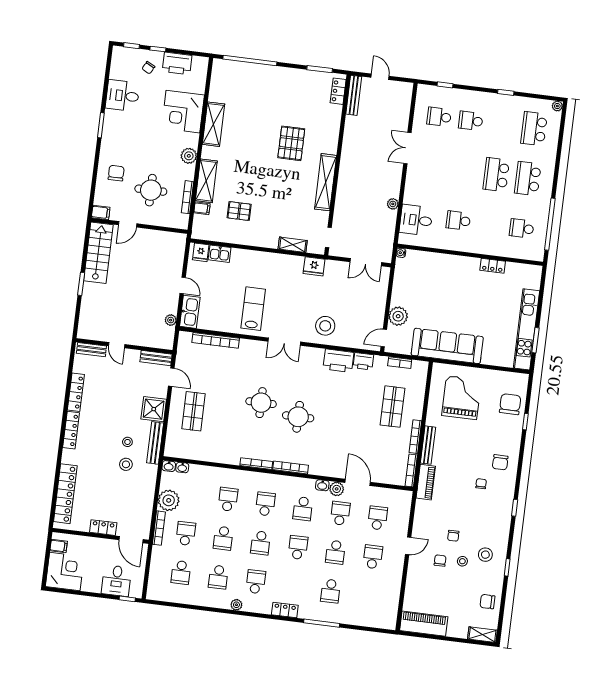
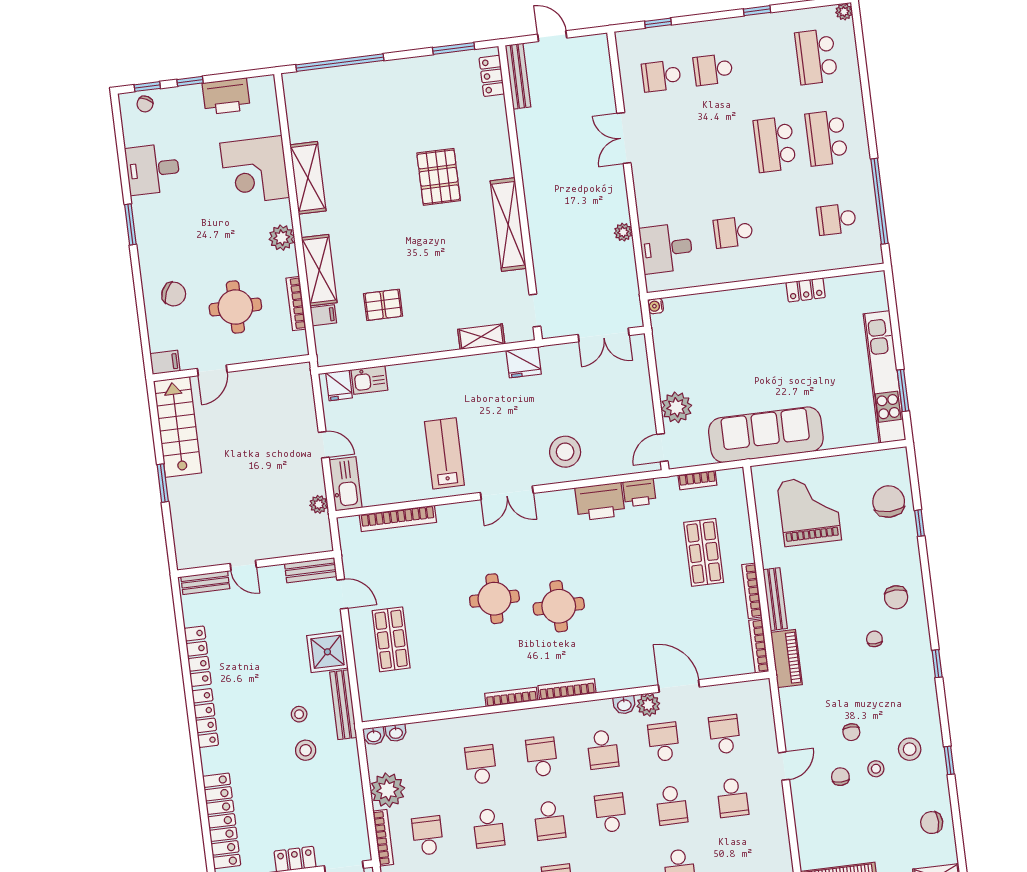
chair: (148, 68) -> (145, 104), moved
chair: (116, 173) -> (174, 294), turned 114
school desk: (373, 557) -> (733, 798), turned 180

